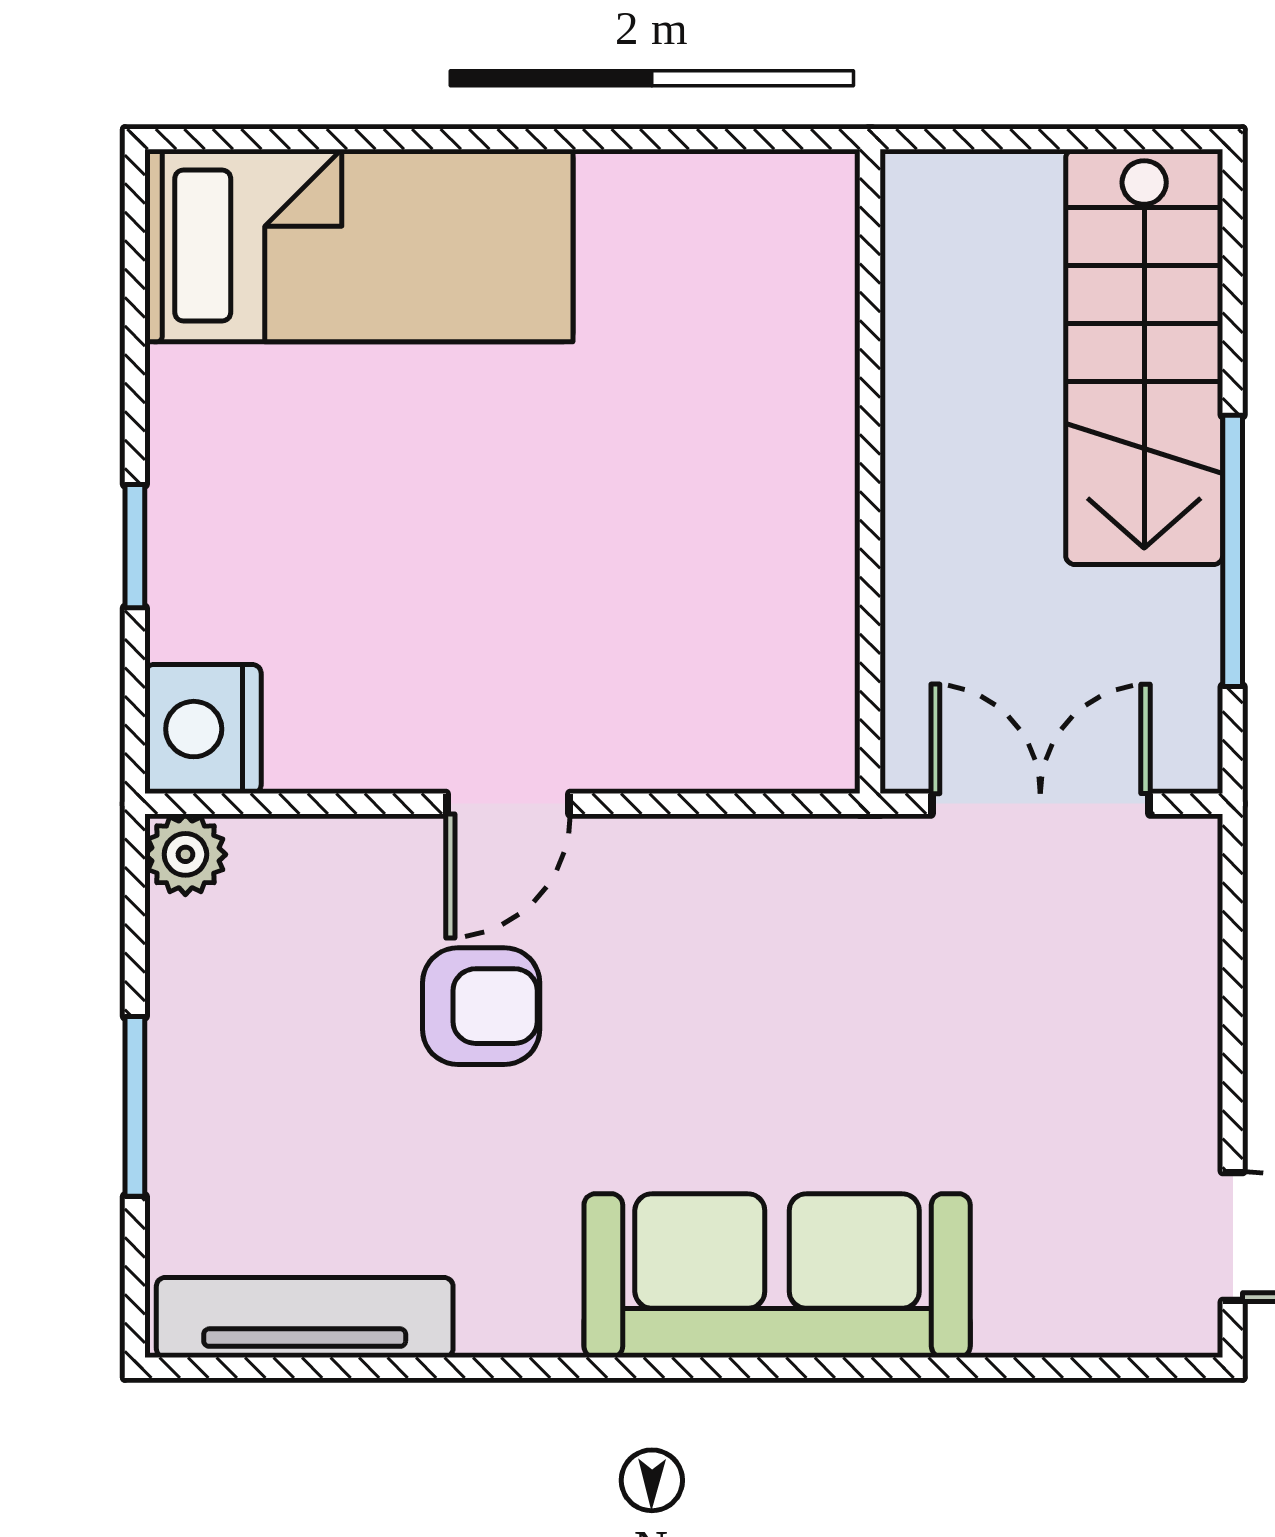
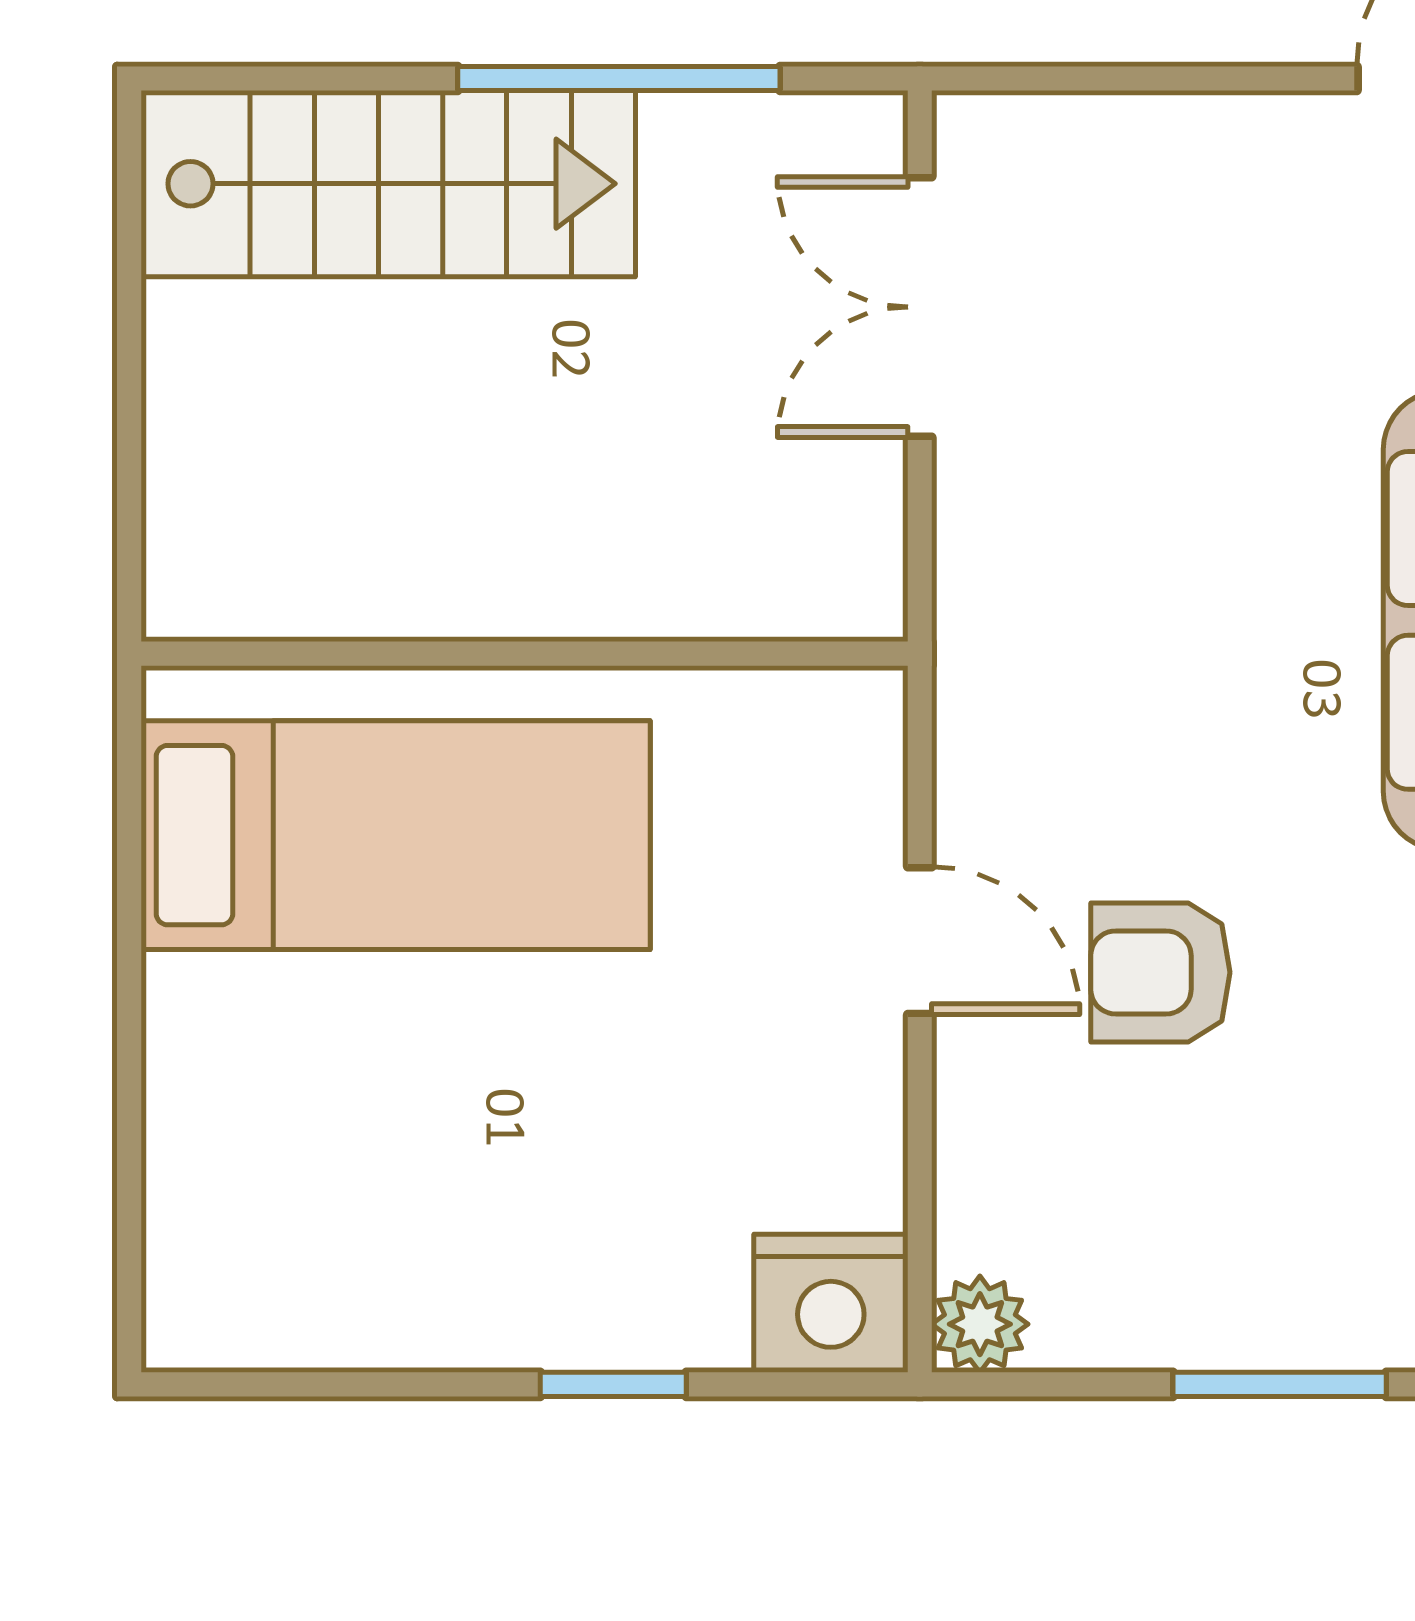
bed: (359, 245) -> (396, 835), moved, turned 90
wall: (870, 471) -> (524, 654), moved
armchair: (481, 1006) -> (1160, 972), turned -90

